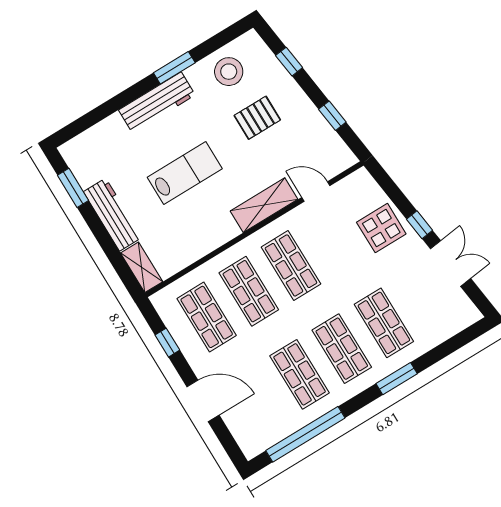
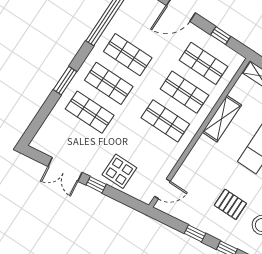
window: (332, 116) -> (195, 233), moved
pallet: (257, 118) -> (230, 204), turned 90
door: (316, 191) -> (162, 189), moved
shelving: (264, 205) -> (222, 119), moved

